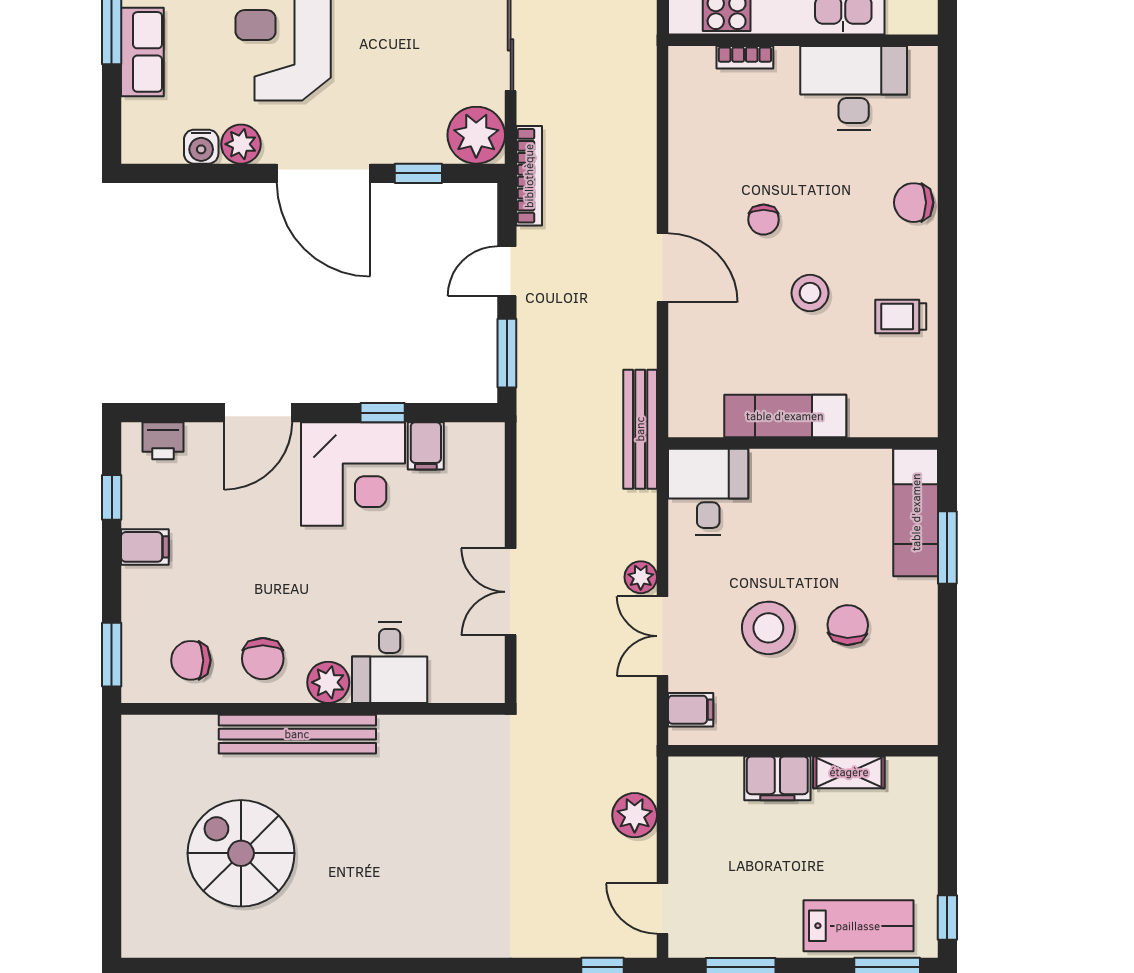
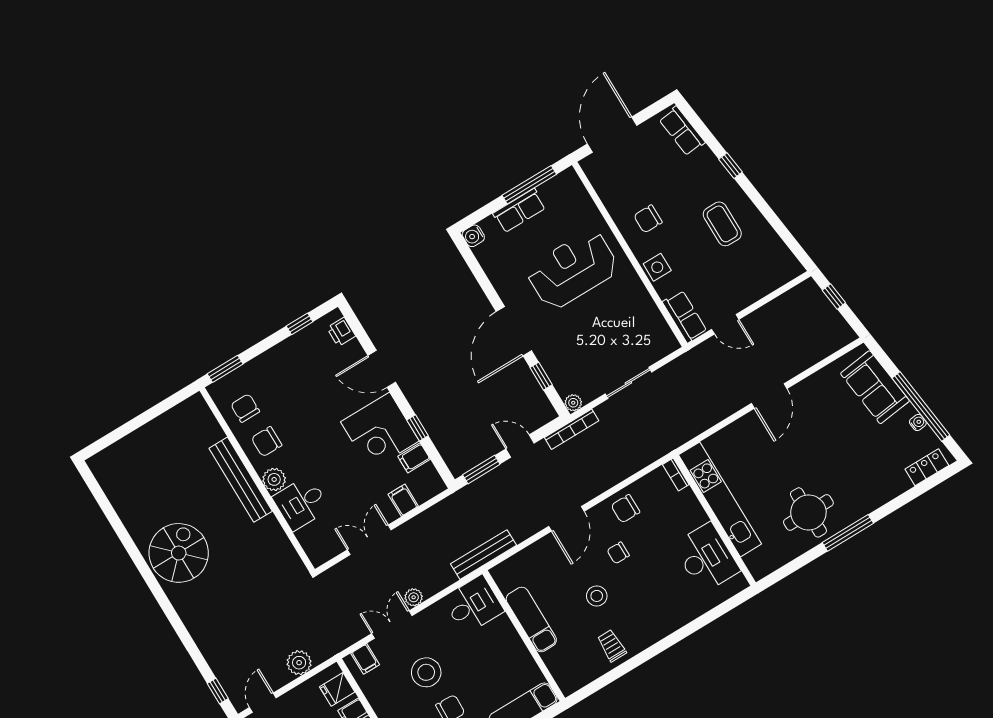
bookcase: (745, 57) -> (676, 475), moved
plant: (476, 135) -> (573, 403), width x0.53, depth x0.53
plant: (241, 144) -> (504, 284), removed
water cooler: (201, 147) -> (473, 236), moved
chair: (914, 203) -> (625, 509), moved, turned -90
filing cabinet: (145, 547) -> (403, 500), moved, turned 180
fridge: (711, 781) -> (337, 689), added
spiral stairs: (241, 853) -> (179, 553), moved

